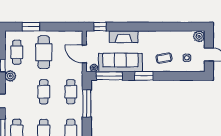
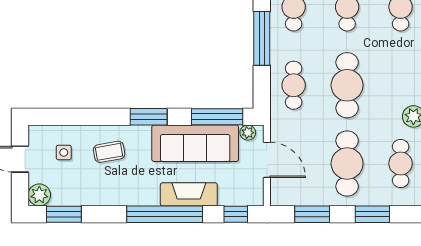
window: (61, 27) -> (312, 214), added
window: (136, 27) -> (165, 214), added
window: (187, 27) -> (64, 214), added
cafe table: (44, 92) -> (347, 85), width x1.37, depth x1.35
window: (87, 103) -> (262, 38), moved

